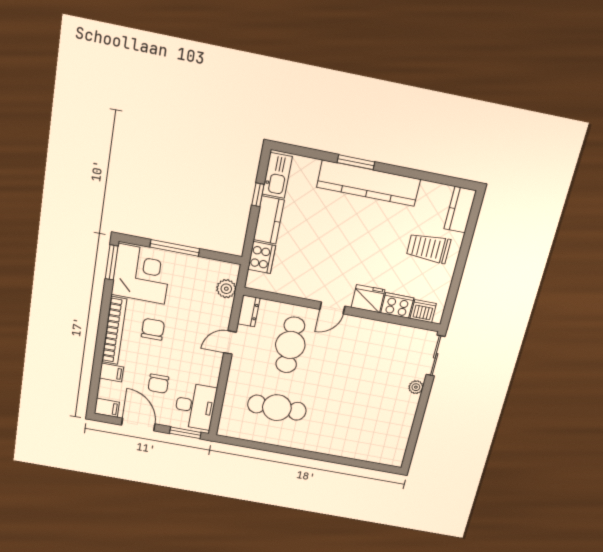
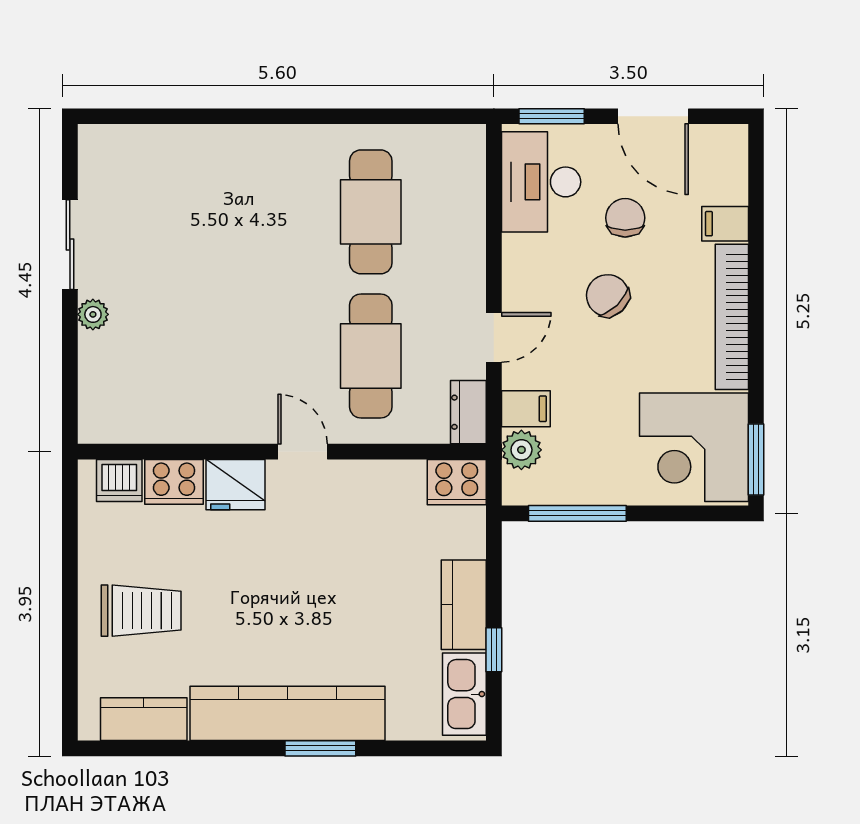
kitchen counter: (460, 210) -> (144, 719), moved, turned -90
window: (175, 248) -> (577, 513), moved
cooker: (262, 258) -> (457, 482), moved, turned -90
door: (332, 308) -> (303, 452), hinge flipped
chair: (153, 329) -> (608, 296), moved, turned 136
sliding door: (436, 356) -> (70, 245), moved
filing cabinet: (107, 408) -> (526, 409), moved, turned 180
cafe table: (277, 408) -> (371, 212), turned 90

